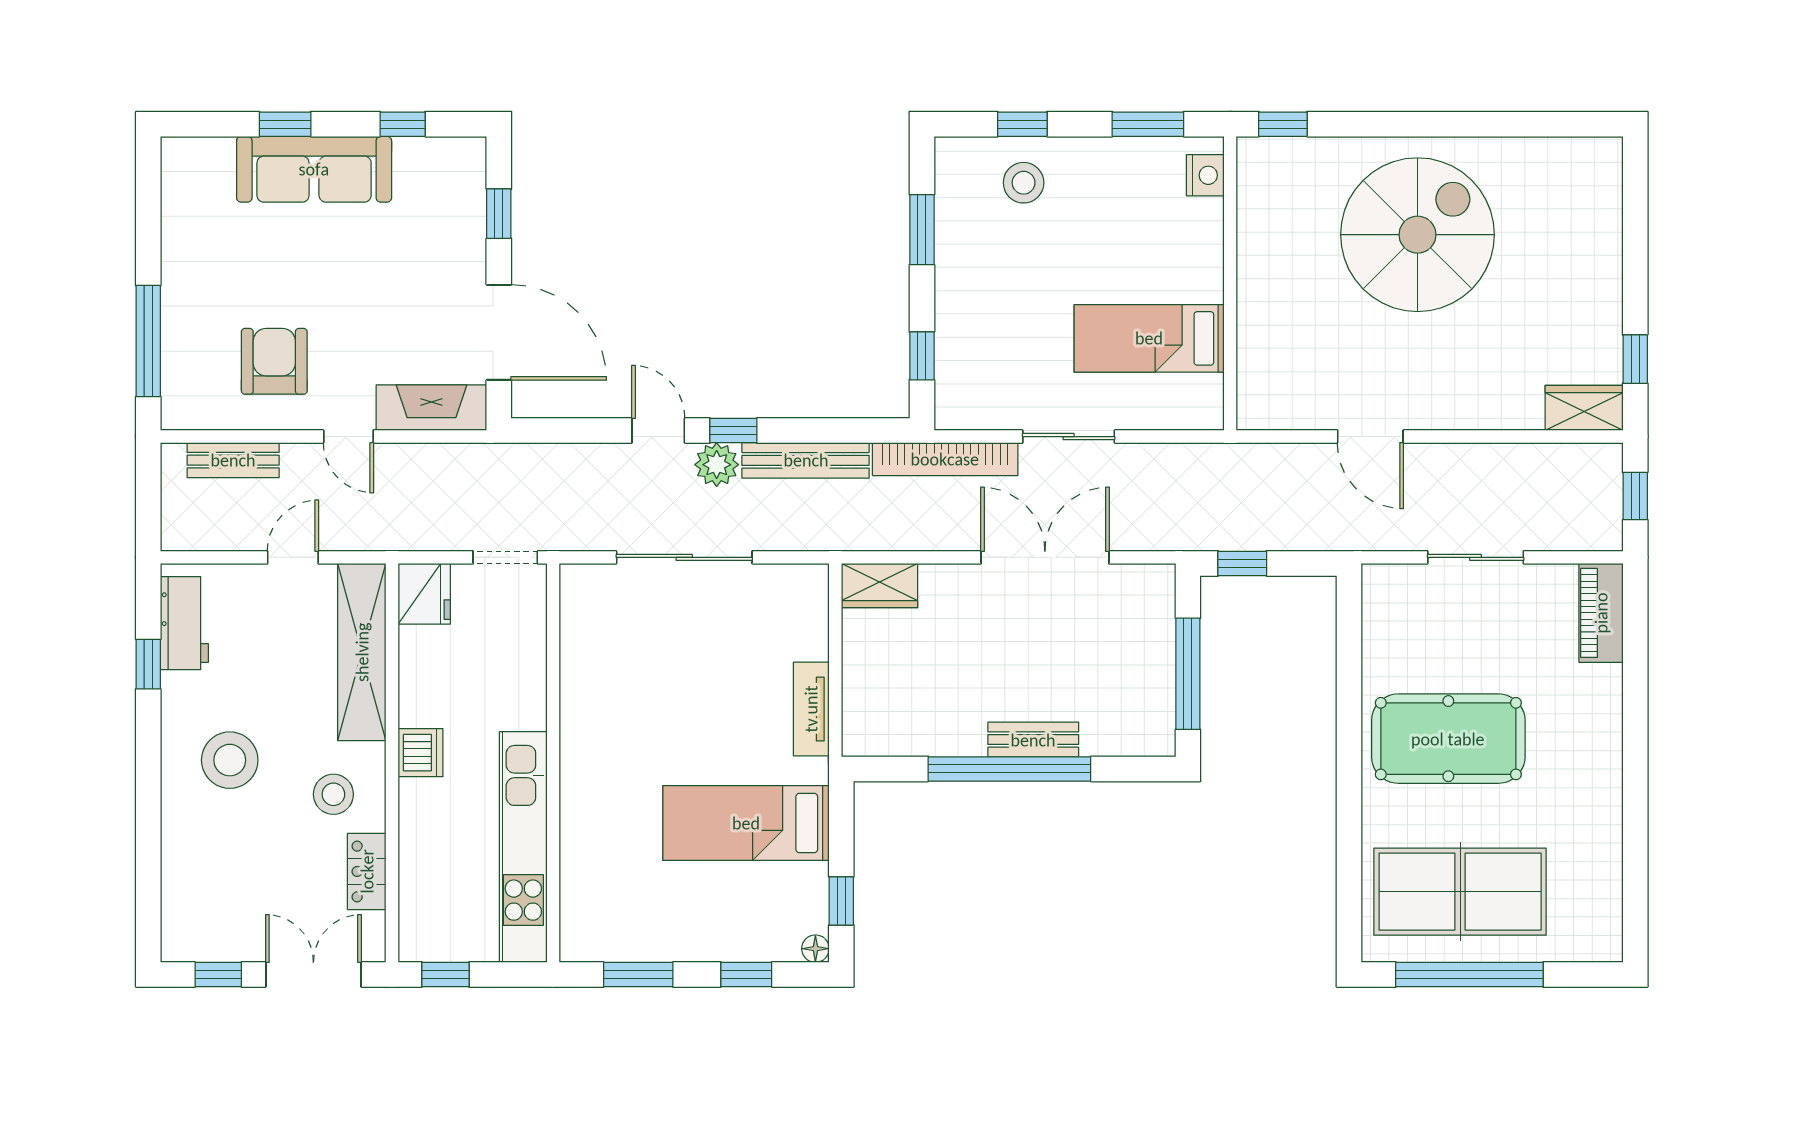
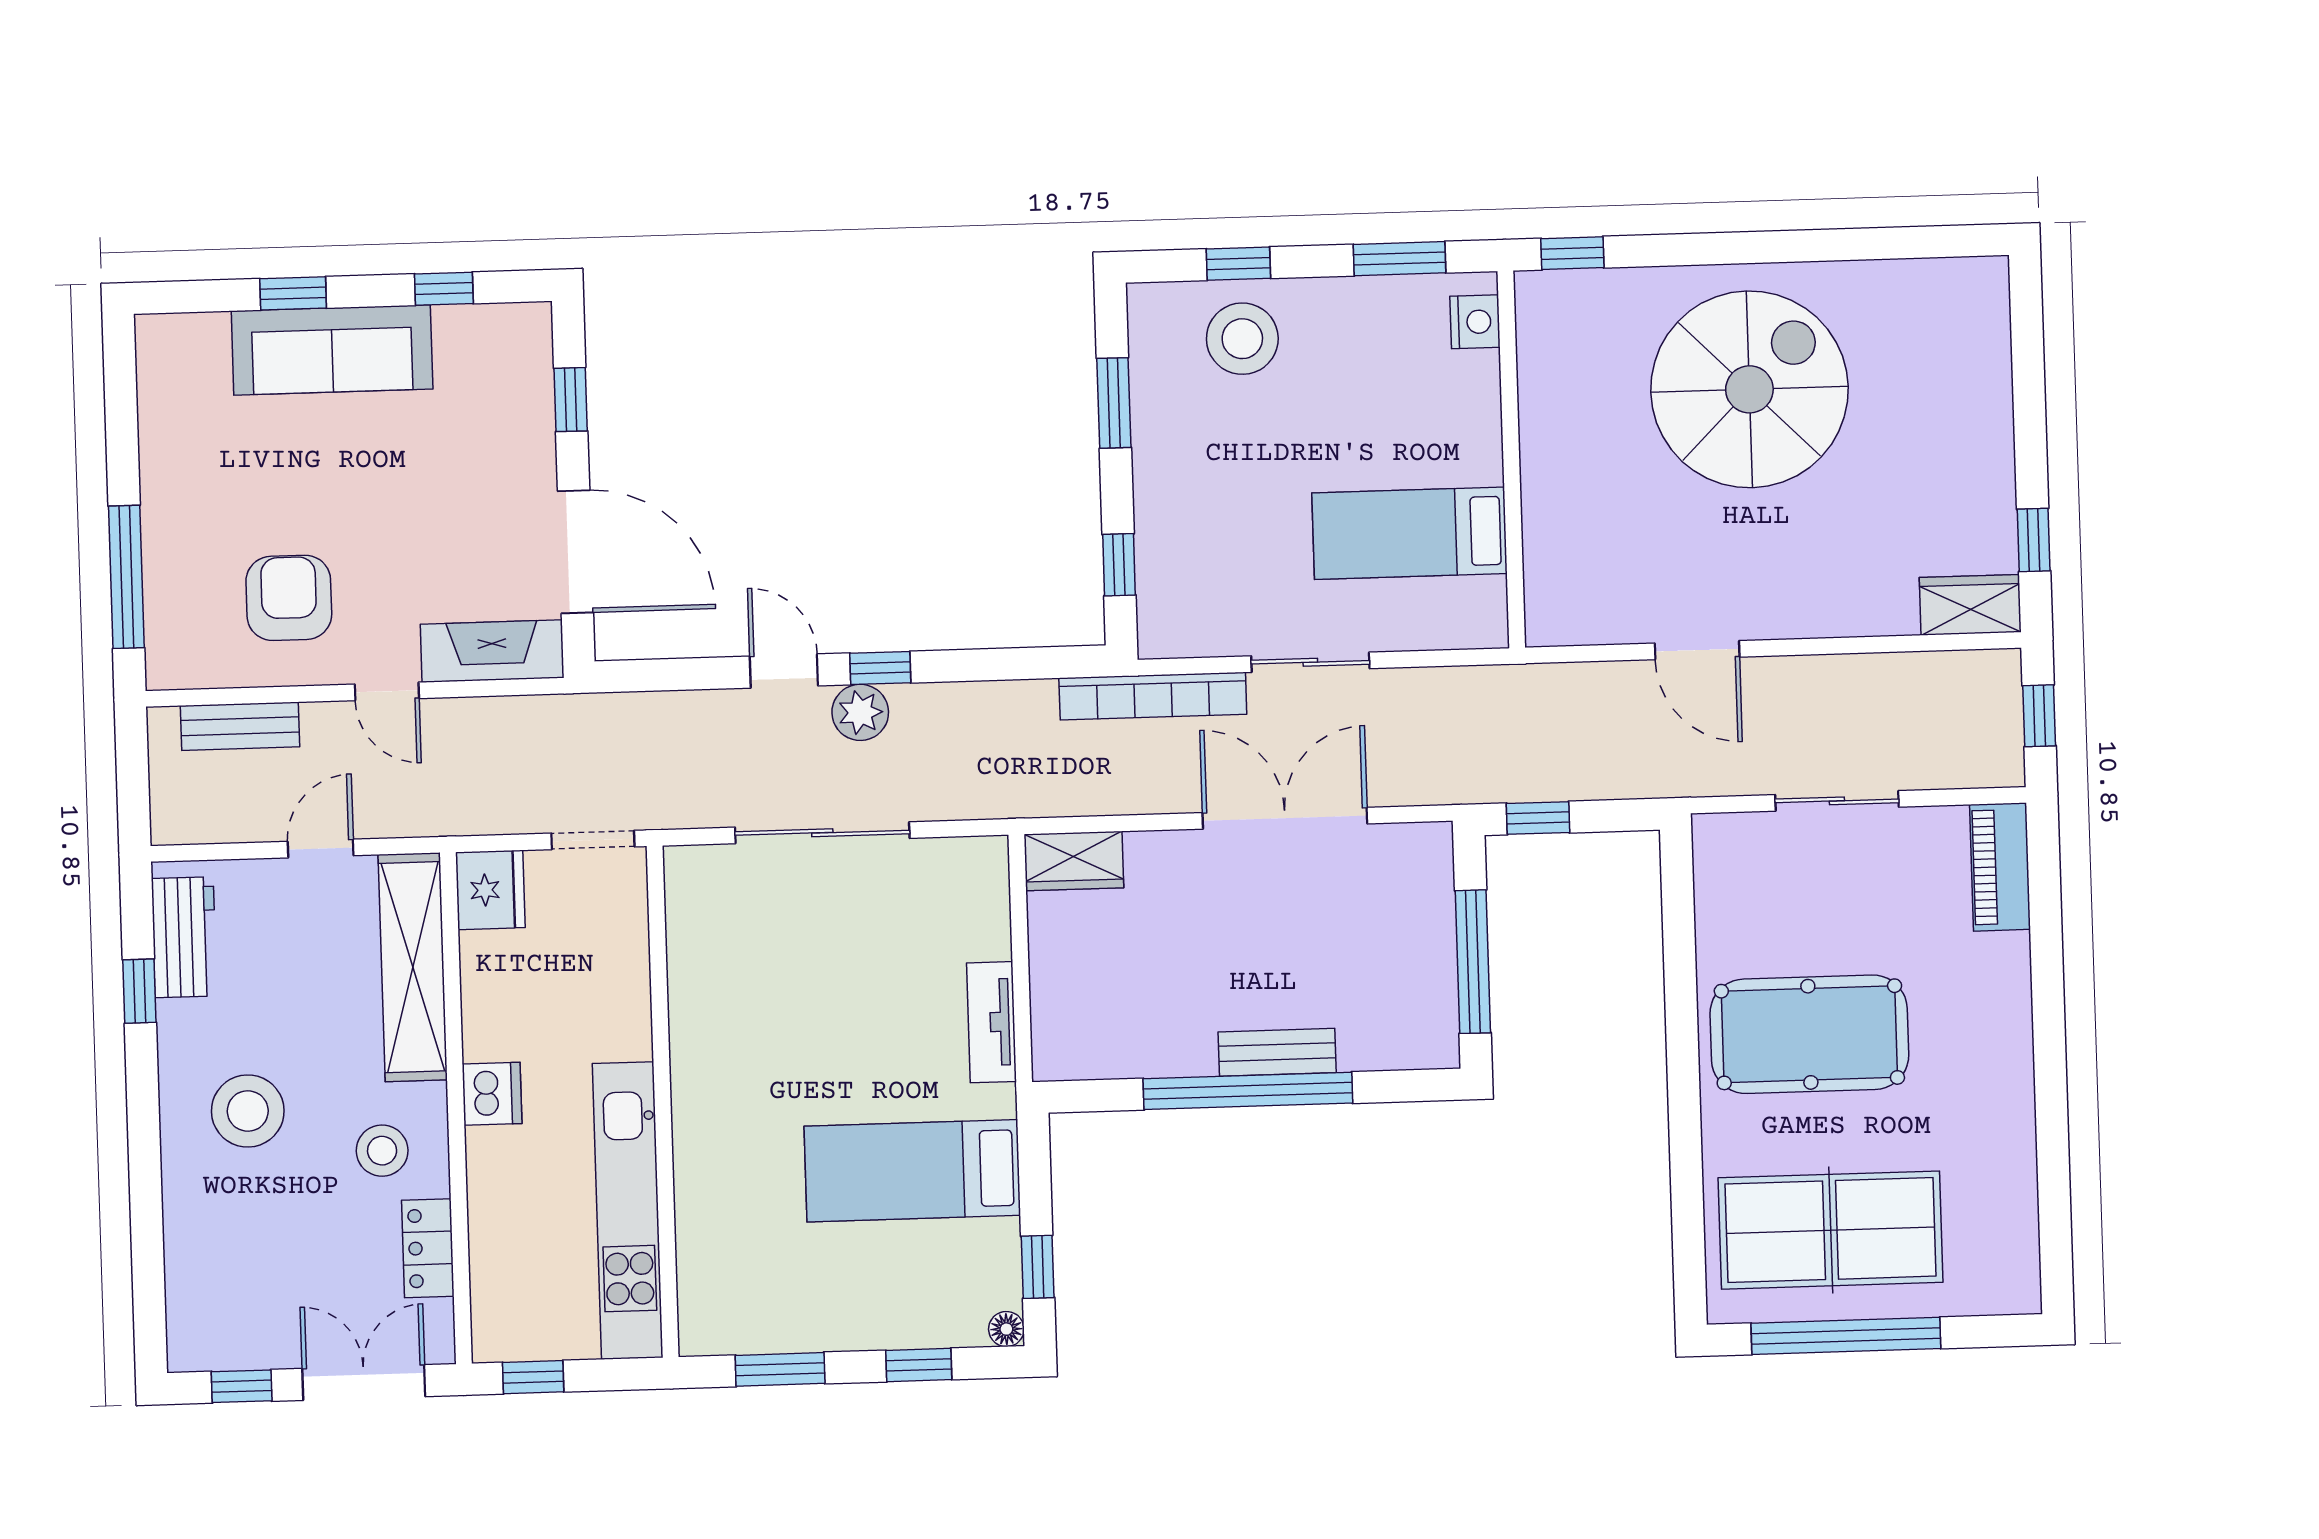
stool: (1024, 183) -> (1242, 339), width x1.38, depth x1.38
bench: (806, 460) -> (974, 703), removed

